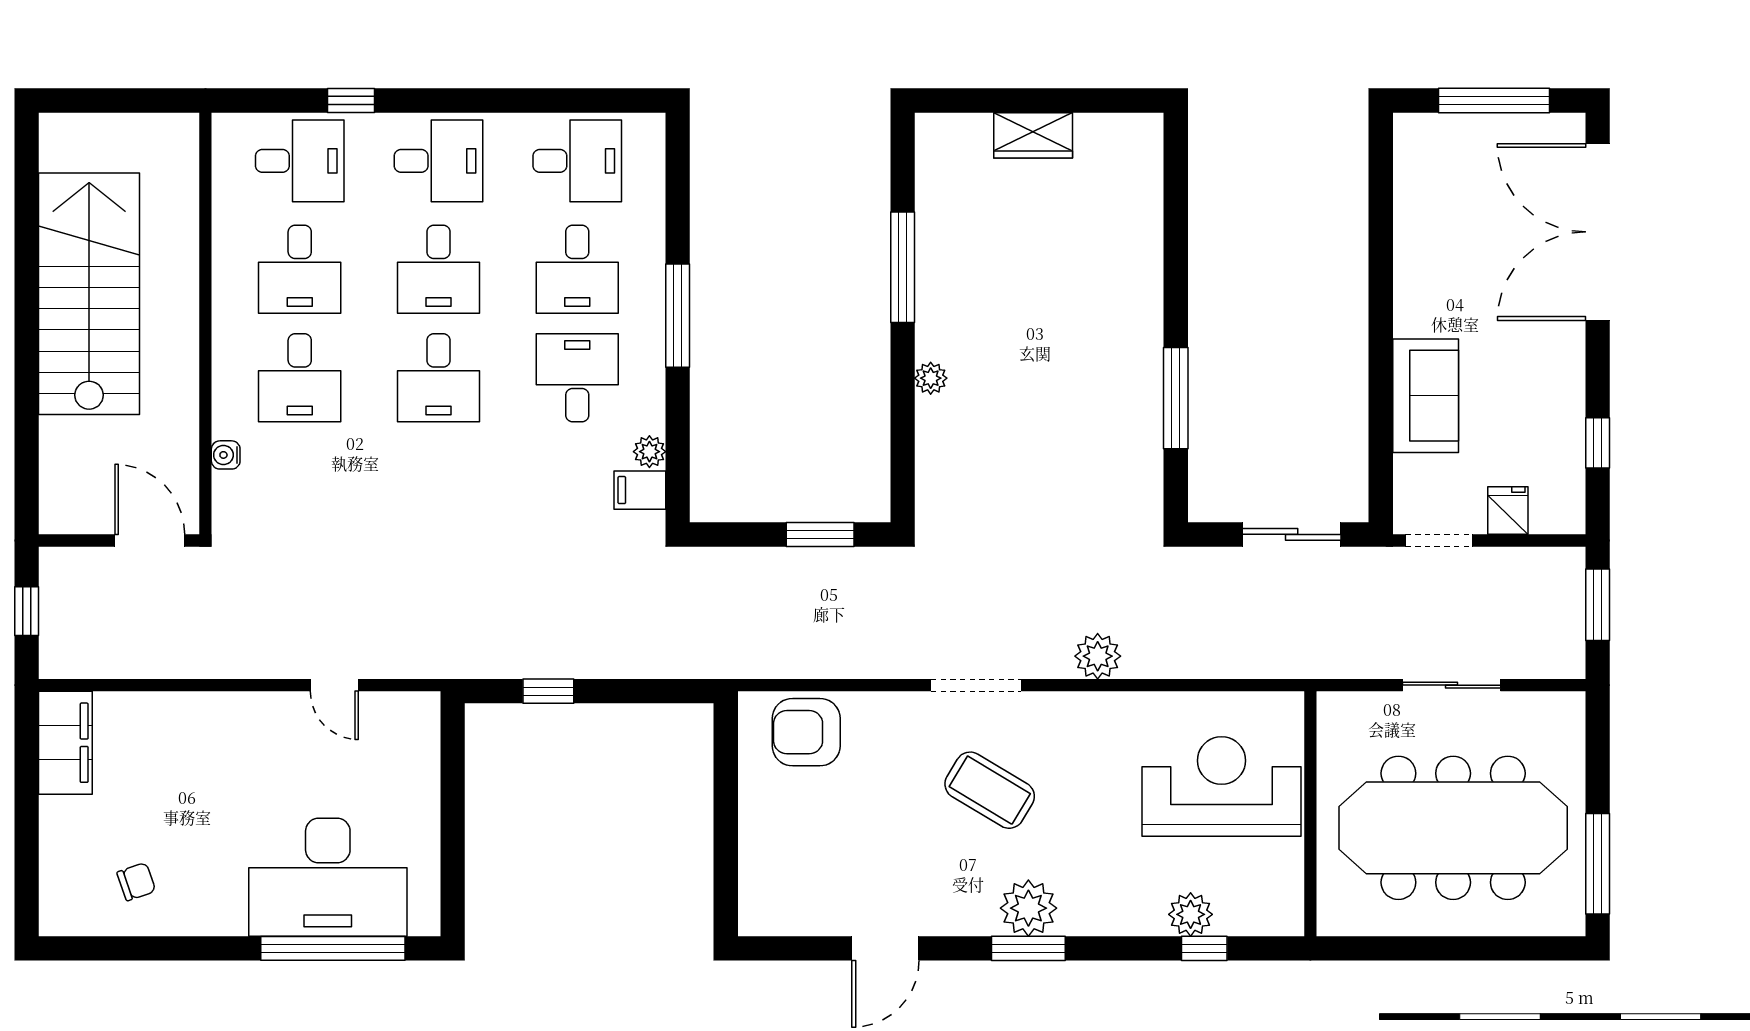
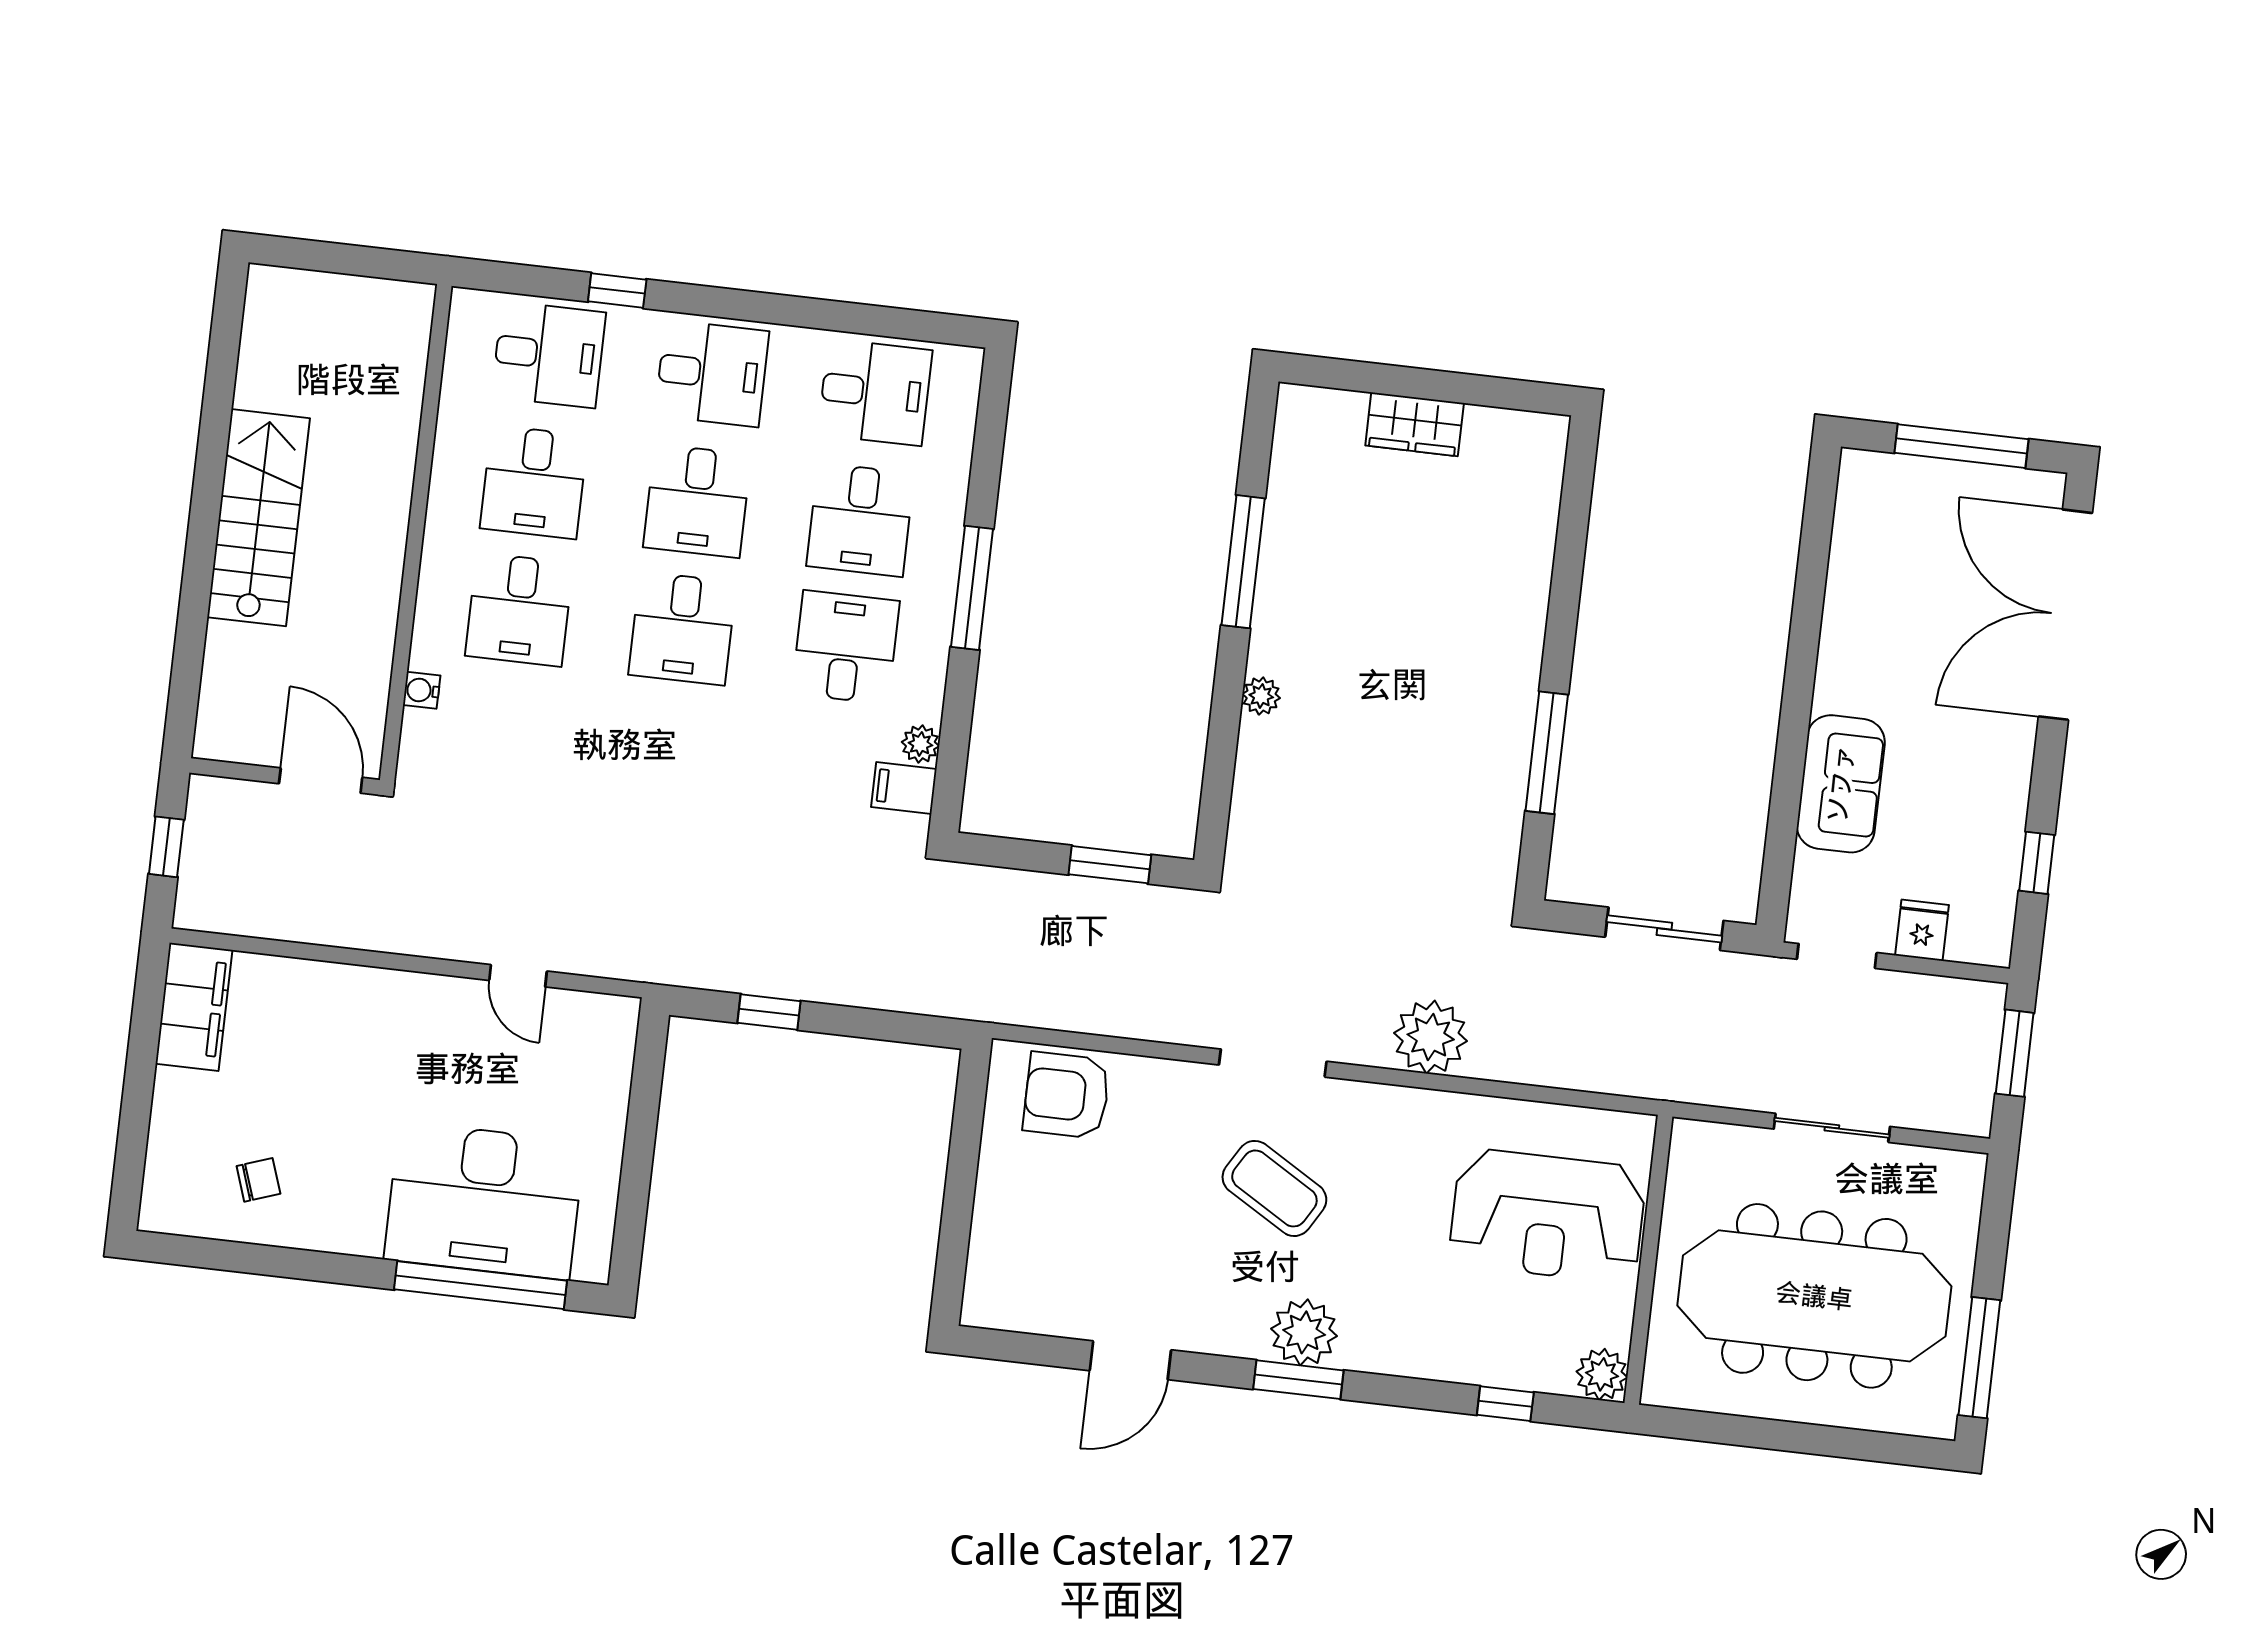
stairs: (89, 294) -> (259, 518), width x0.73, depth x0.66
plant: (1098, 656) -> (1431, 1037), width x1.36, depth x1.36
reception desk: (1221, 786) -> (1548, 1216), turned 180
plant: (1191, 914) -> (1602, 1374), moved

